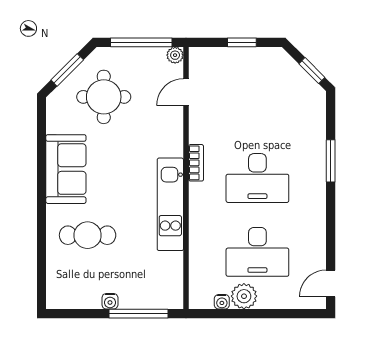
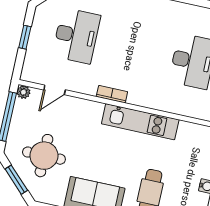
door: (186, 92) -> (55, 90), hinge flipped
desk: (257, 178) -> (76, 36), moved

